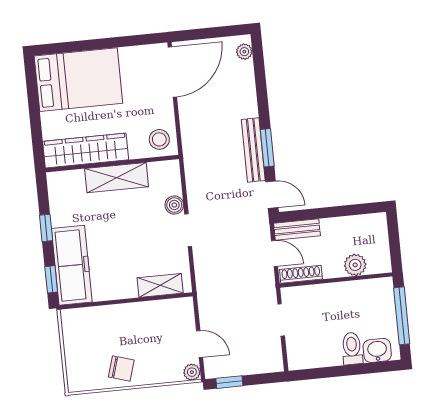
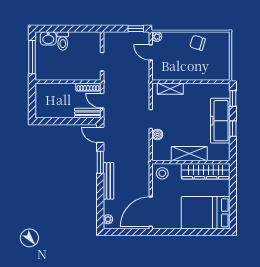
bench: (253, 150) -> (108, 181), moved
freezer: (72, 265) -> (220, 121), moved
plant: (355, 265) -> (56, 89), removed

